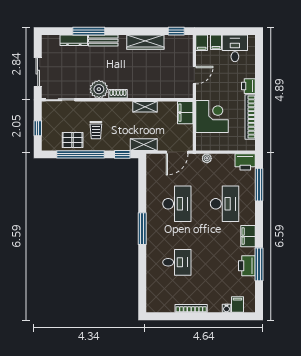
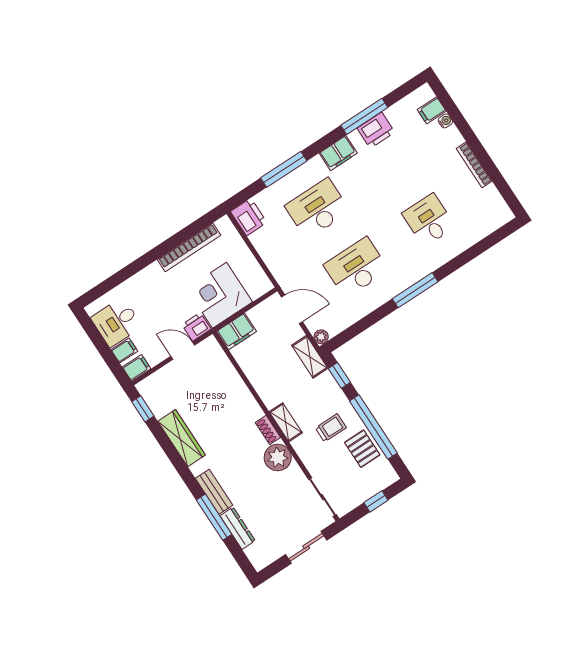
printer: (248, 86) -> (196, 327), moved, turned 180
shelving: (145, 107) -> (286, 422), moved
plant: (207, 158) -> (321, 337), moved
window: (259, 185) -> (284, 169), moved

